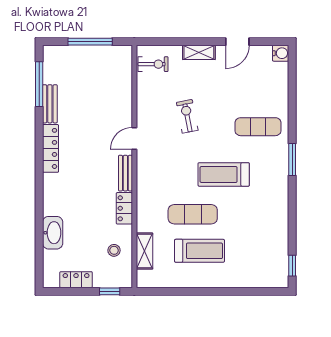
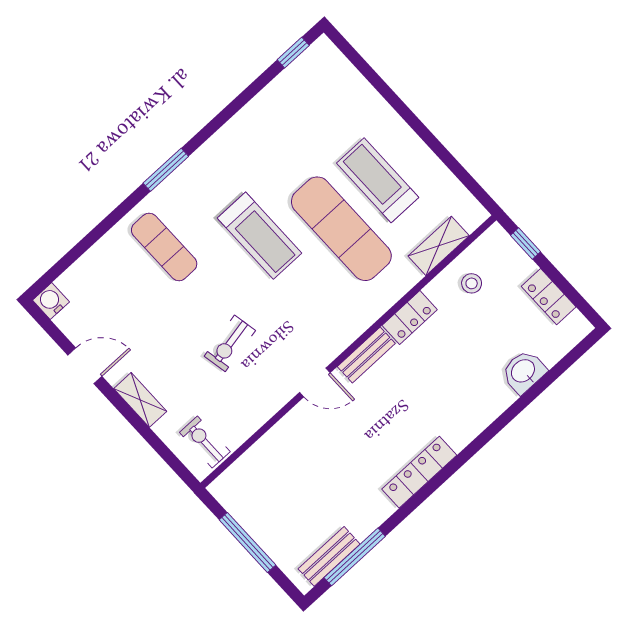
bench: (50, 104) -> (329, 556), moved
exercise mat: (193, 214) -> (341, 229), width x1.36, depth x1.45
washbasin: (53, 233) -> (524, 372), width x0.72

